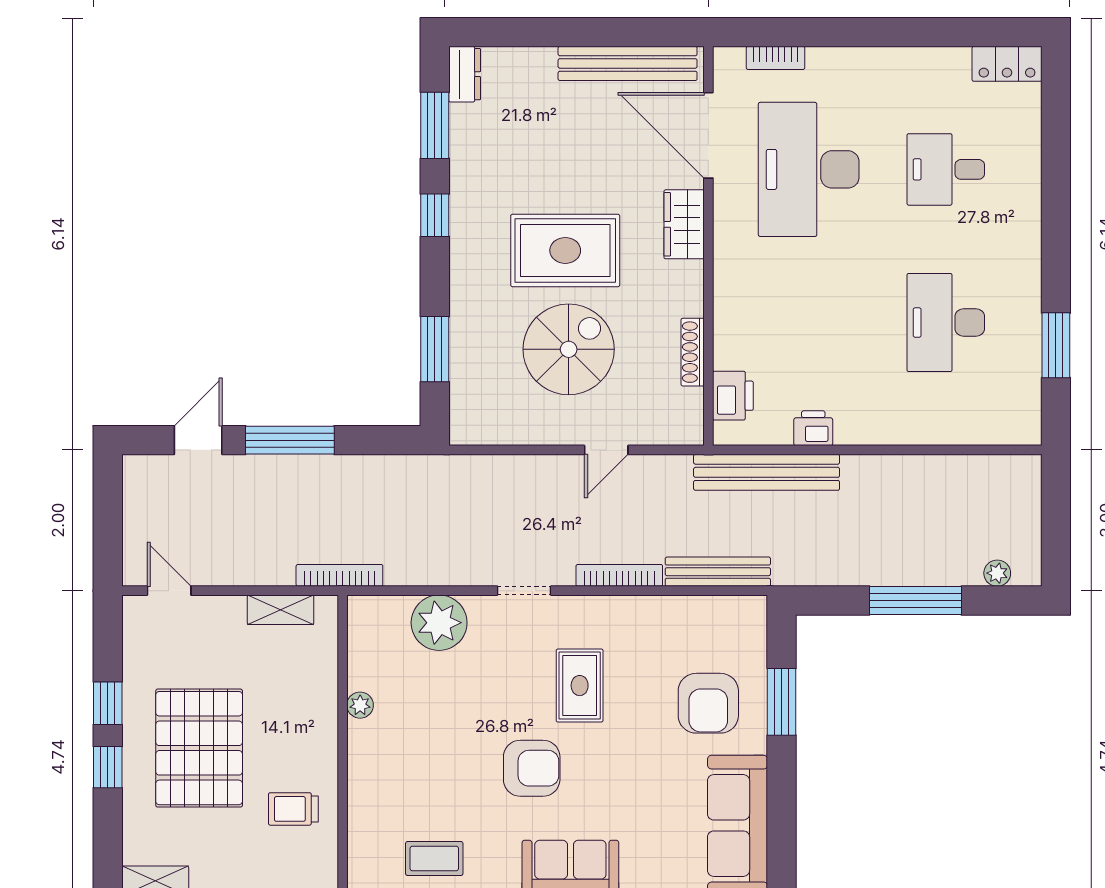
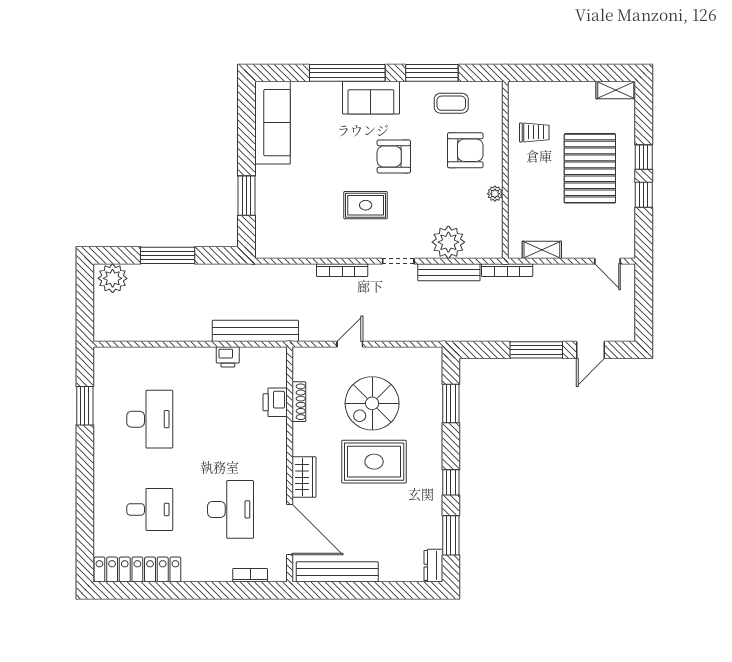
locker: (1007, 64) -> (137, 570), width x2.16, depth x1.21
desk: (809, 169) -> (231, 509), width x0.73, depth x0.77
printer: (733, 396) -> (275, 402), moved
bench: (718, 572) -> (449, 272), moved
plant: (997, 573) -> (113, 278), width x1.87, depth x1.87
rug: (580, 686) -> (366, 205), turned 90
armchair: (708, 703) -> (465, 150), moved, turned 90

